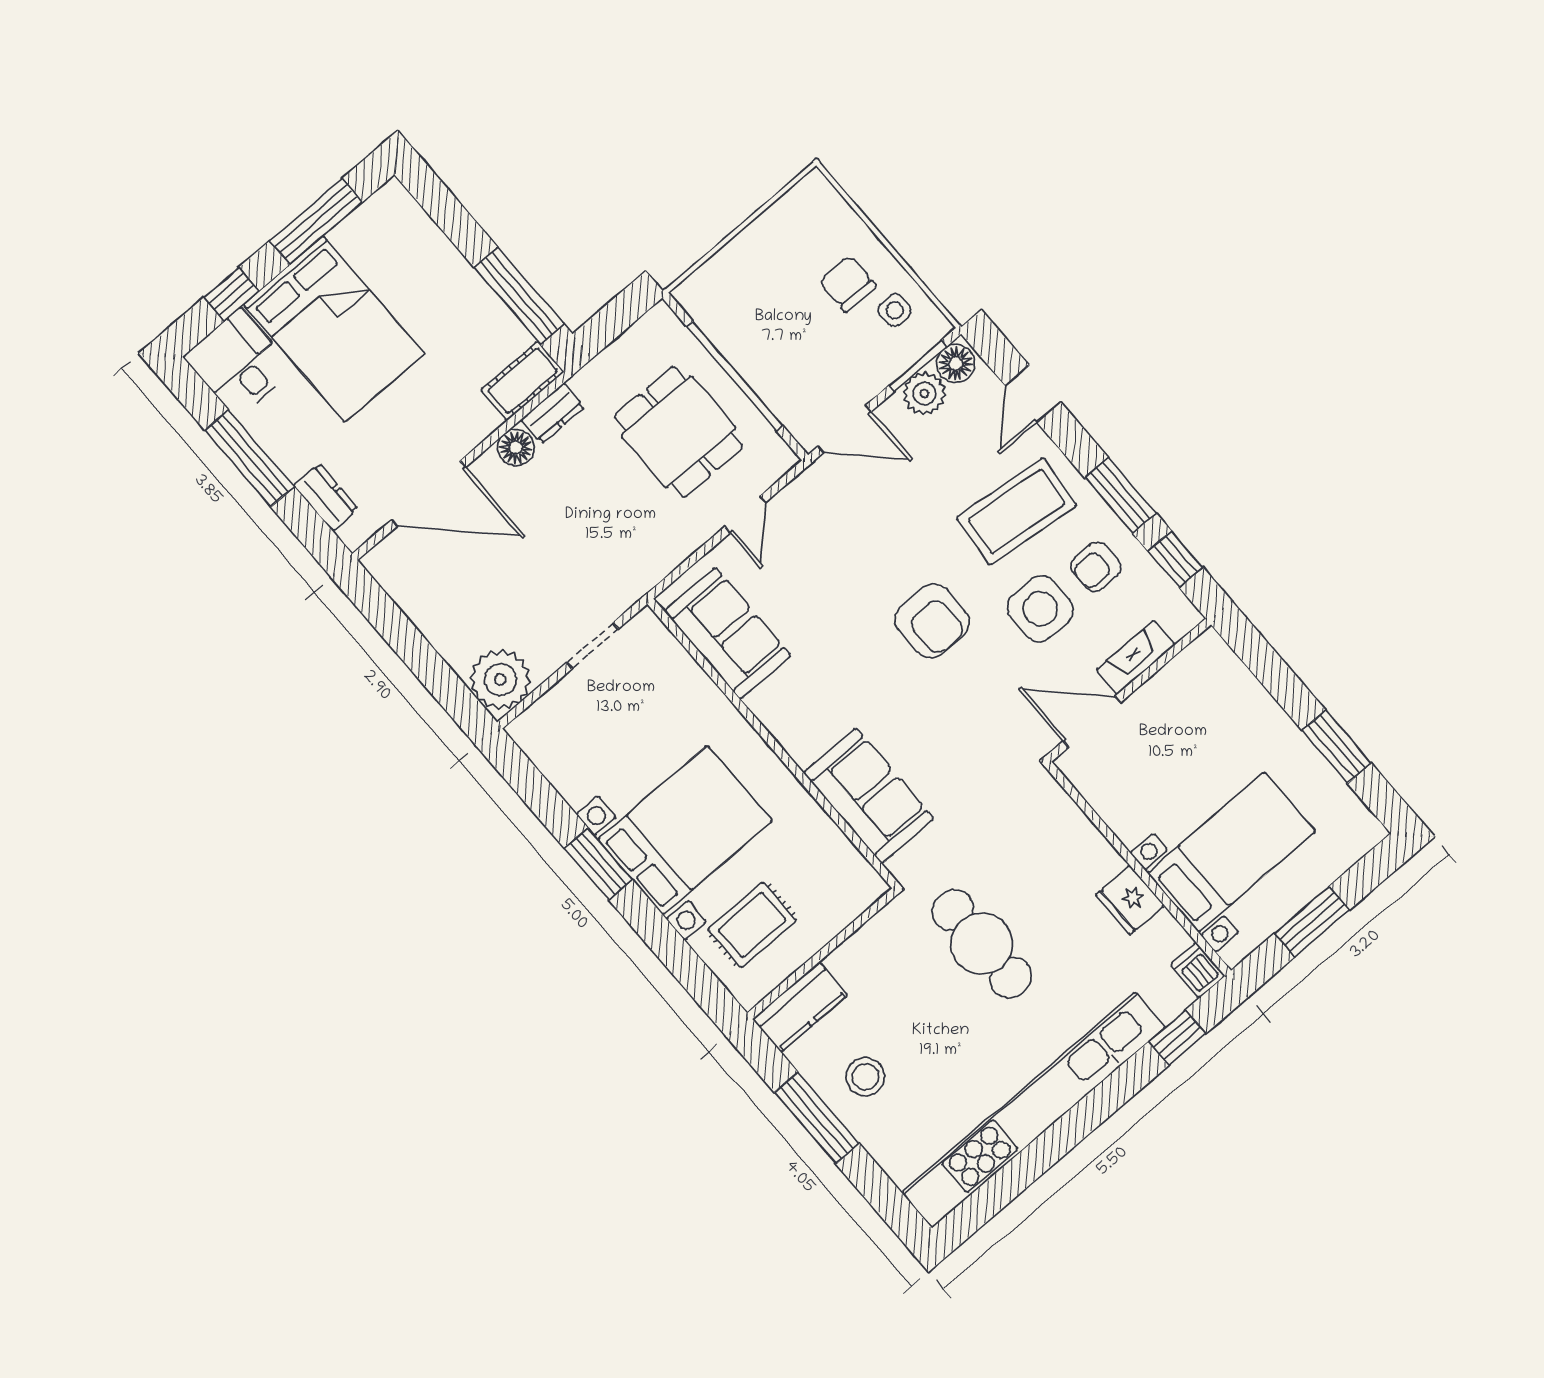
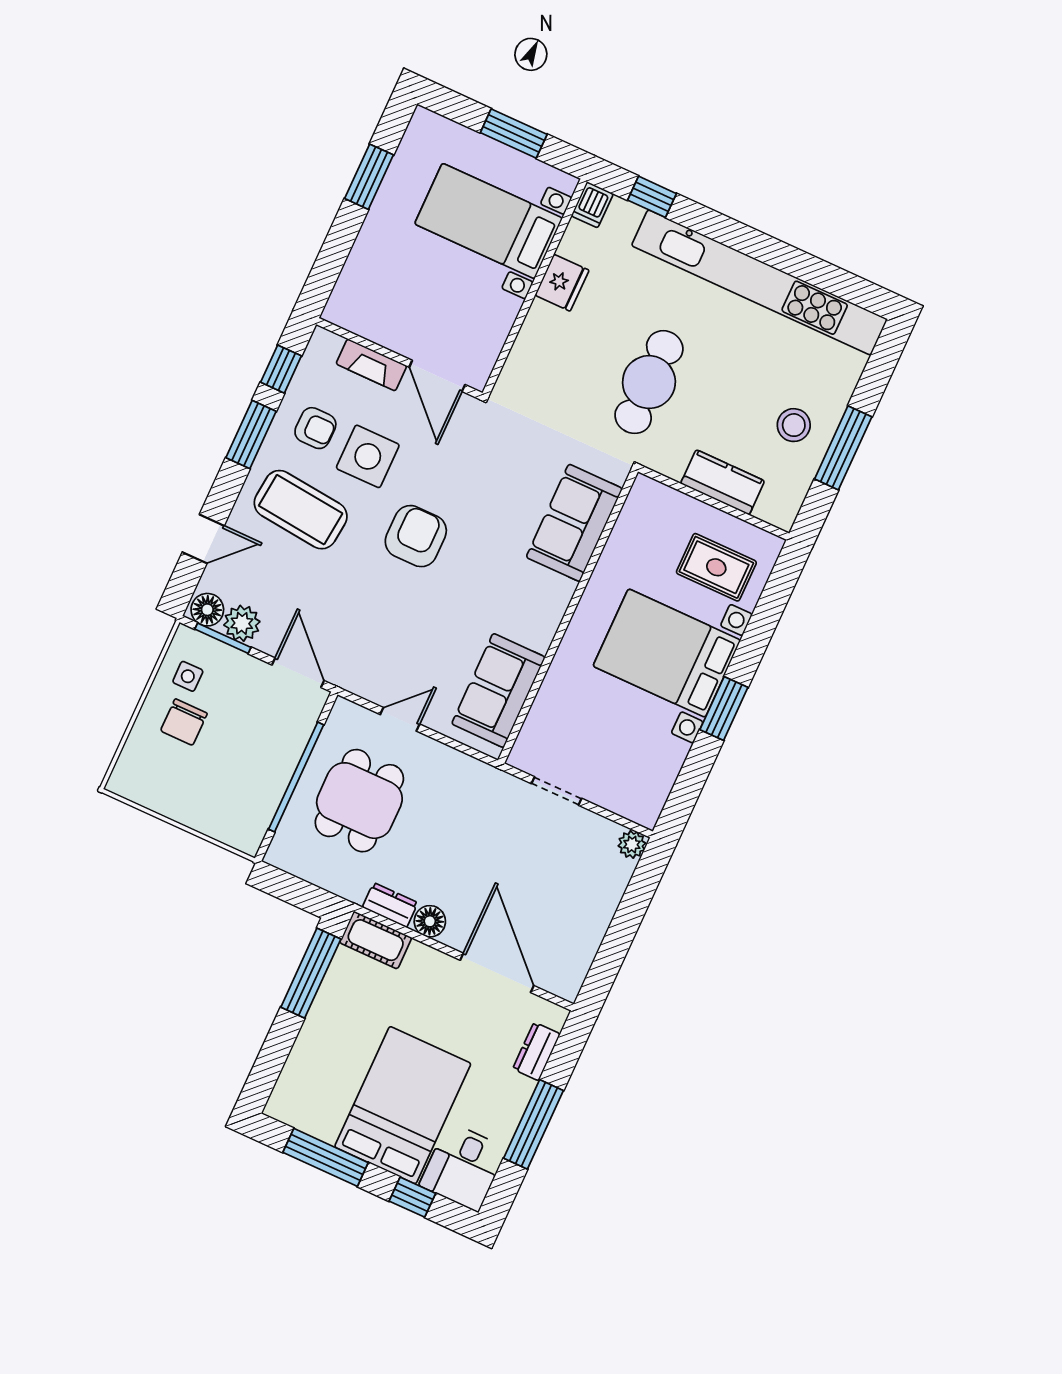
plant: (500, 680) -> (632, 844), width x0.53, depth x0.53
kitchen counter: (800, 1007) -> (723, 482), moved

